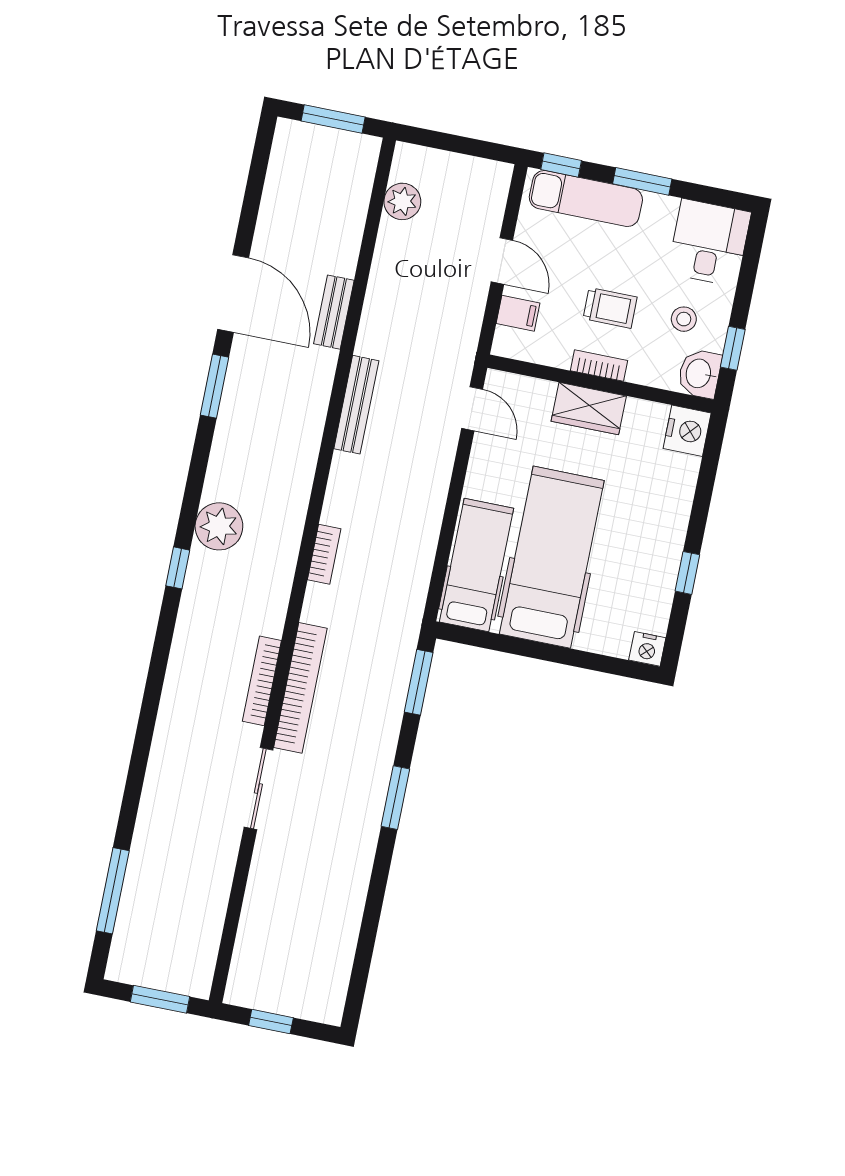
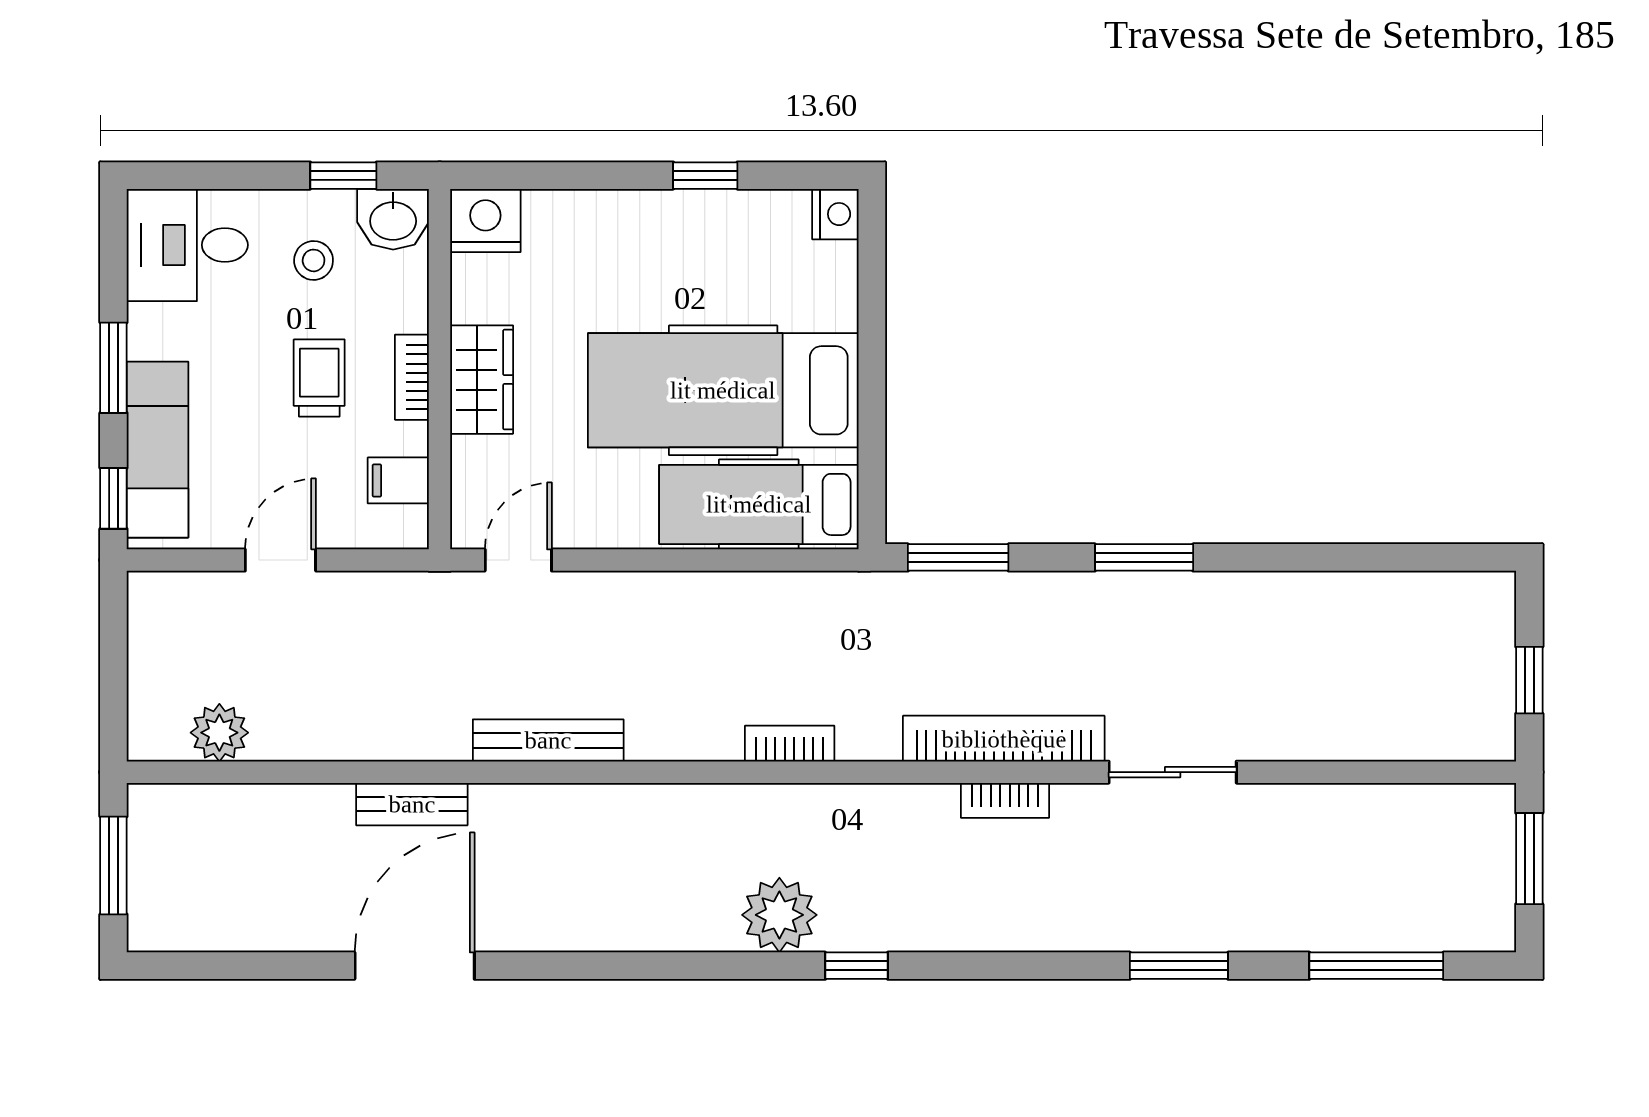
filing cabinet: (518, 313) -> (398, 480), moved, turned -90
window: (214, 386) -> (1179, 966), moved
bookcase: (262, 681) -> (1005, 800), width x0.64

